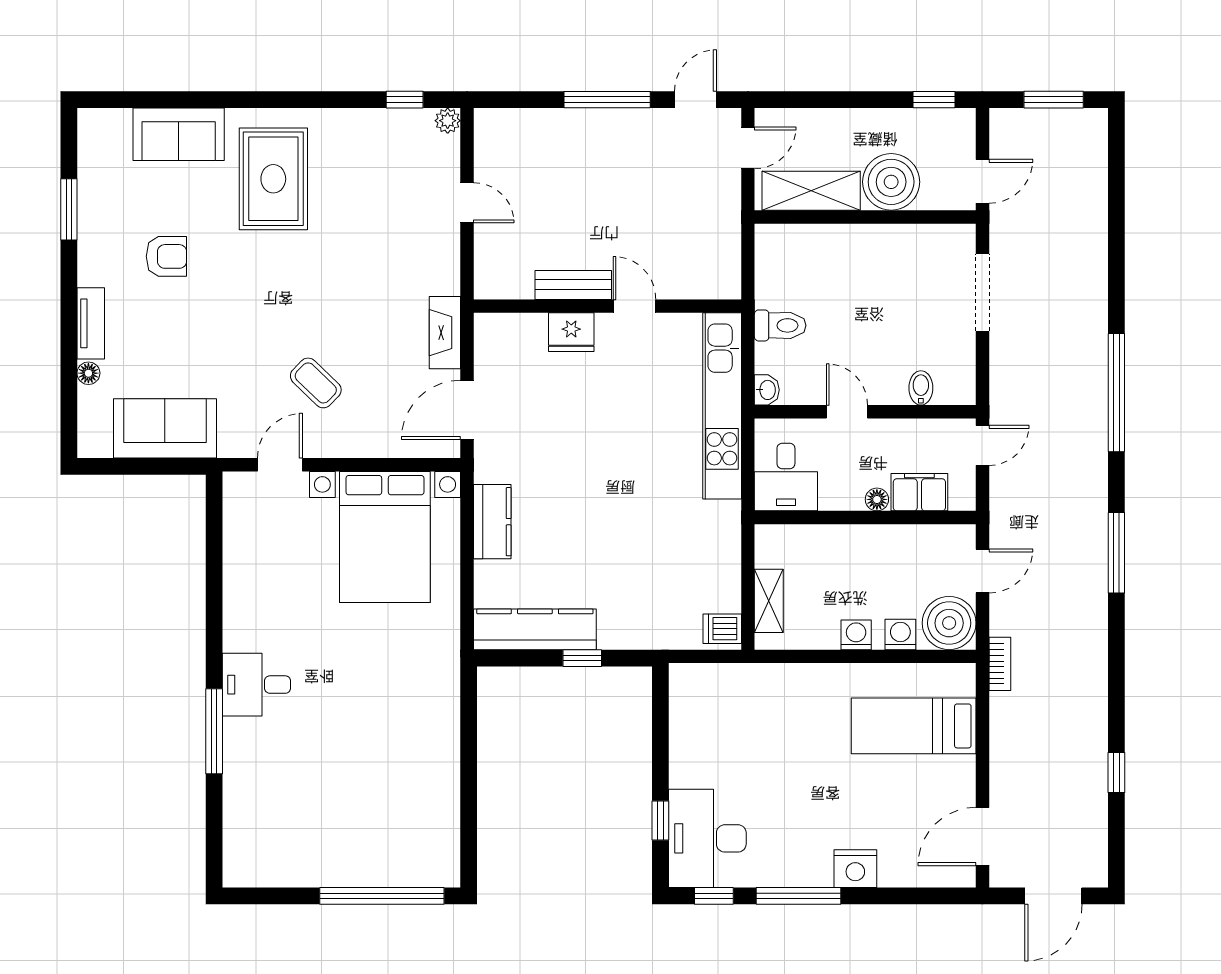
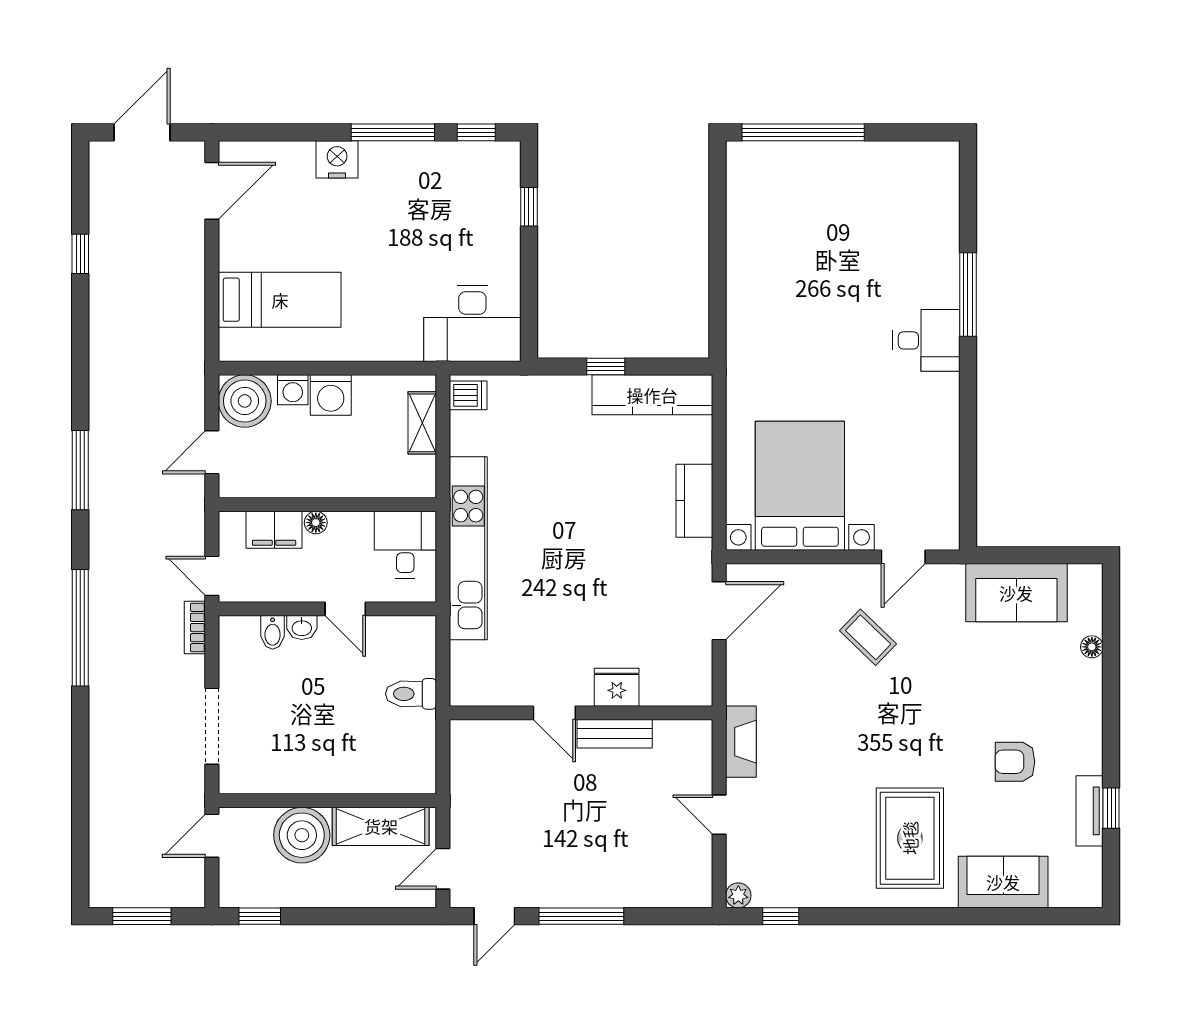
window: (69, 209) -> (1111, 808), width x0.67
tv unit: (91, 323) -> (1089, 811), moved
fireplace: (445, 333) -> (741, 742), moved
washbasin: (767, 390) -> (302, 627), moved, turned -90
kitchen unit: (722, 406) -> (468, 548), moved
door: (982, 445) -> (212, 576), hinge flipped
washing machine: (856, 635) -> (331, 395), width x1.38, depth x1.38
bookcase: (1000, 664) -> (195, 628), moved
desk: (707, 838) -> (472, 324), moved, turned 90

